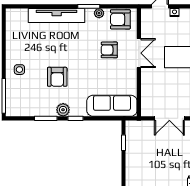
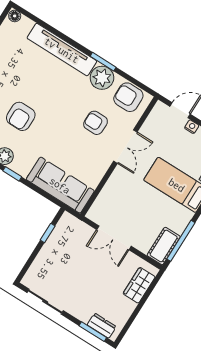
floor lamp: (11, 13) -> (15, 16), added
plant: (99, 13) -> (102, 78), width x1.87, depth x1.87

